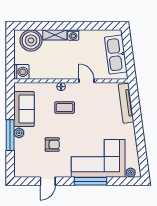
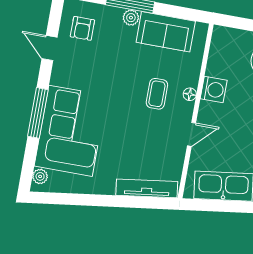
washing machine: (21, 72) -> (214, 90), moved, turned -90
armchair: (52, 145) -> (82, 28), moved

